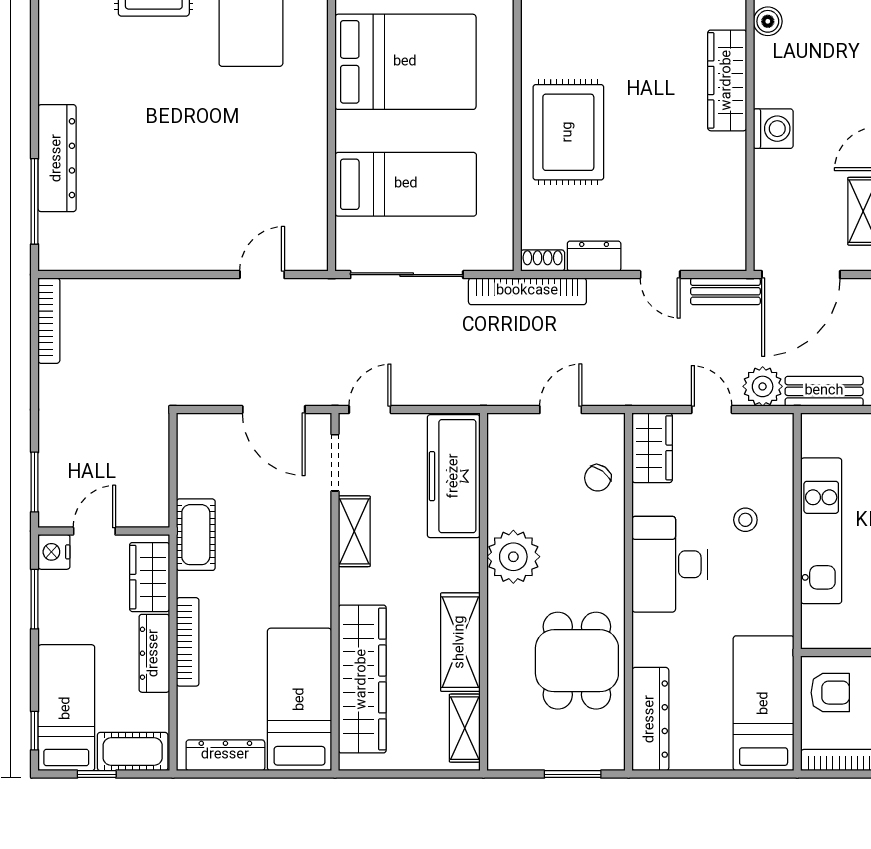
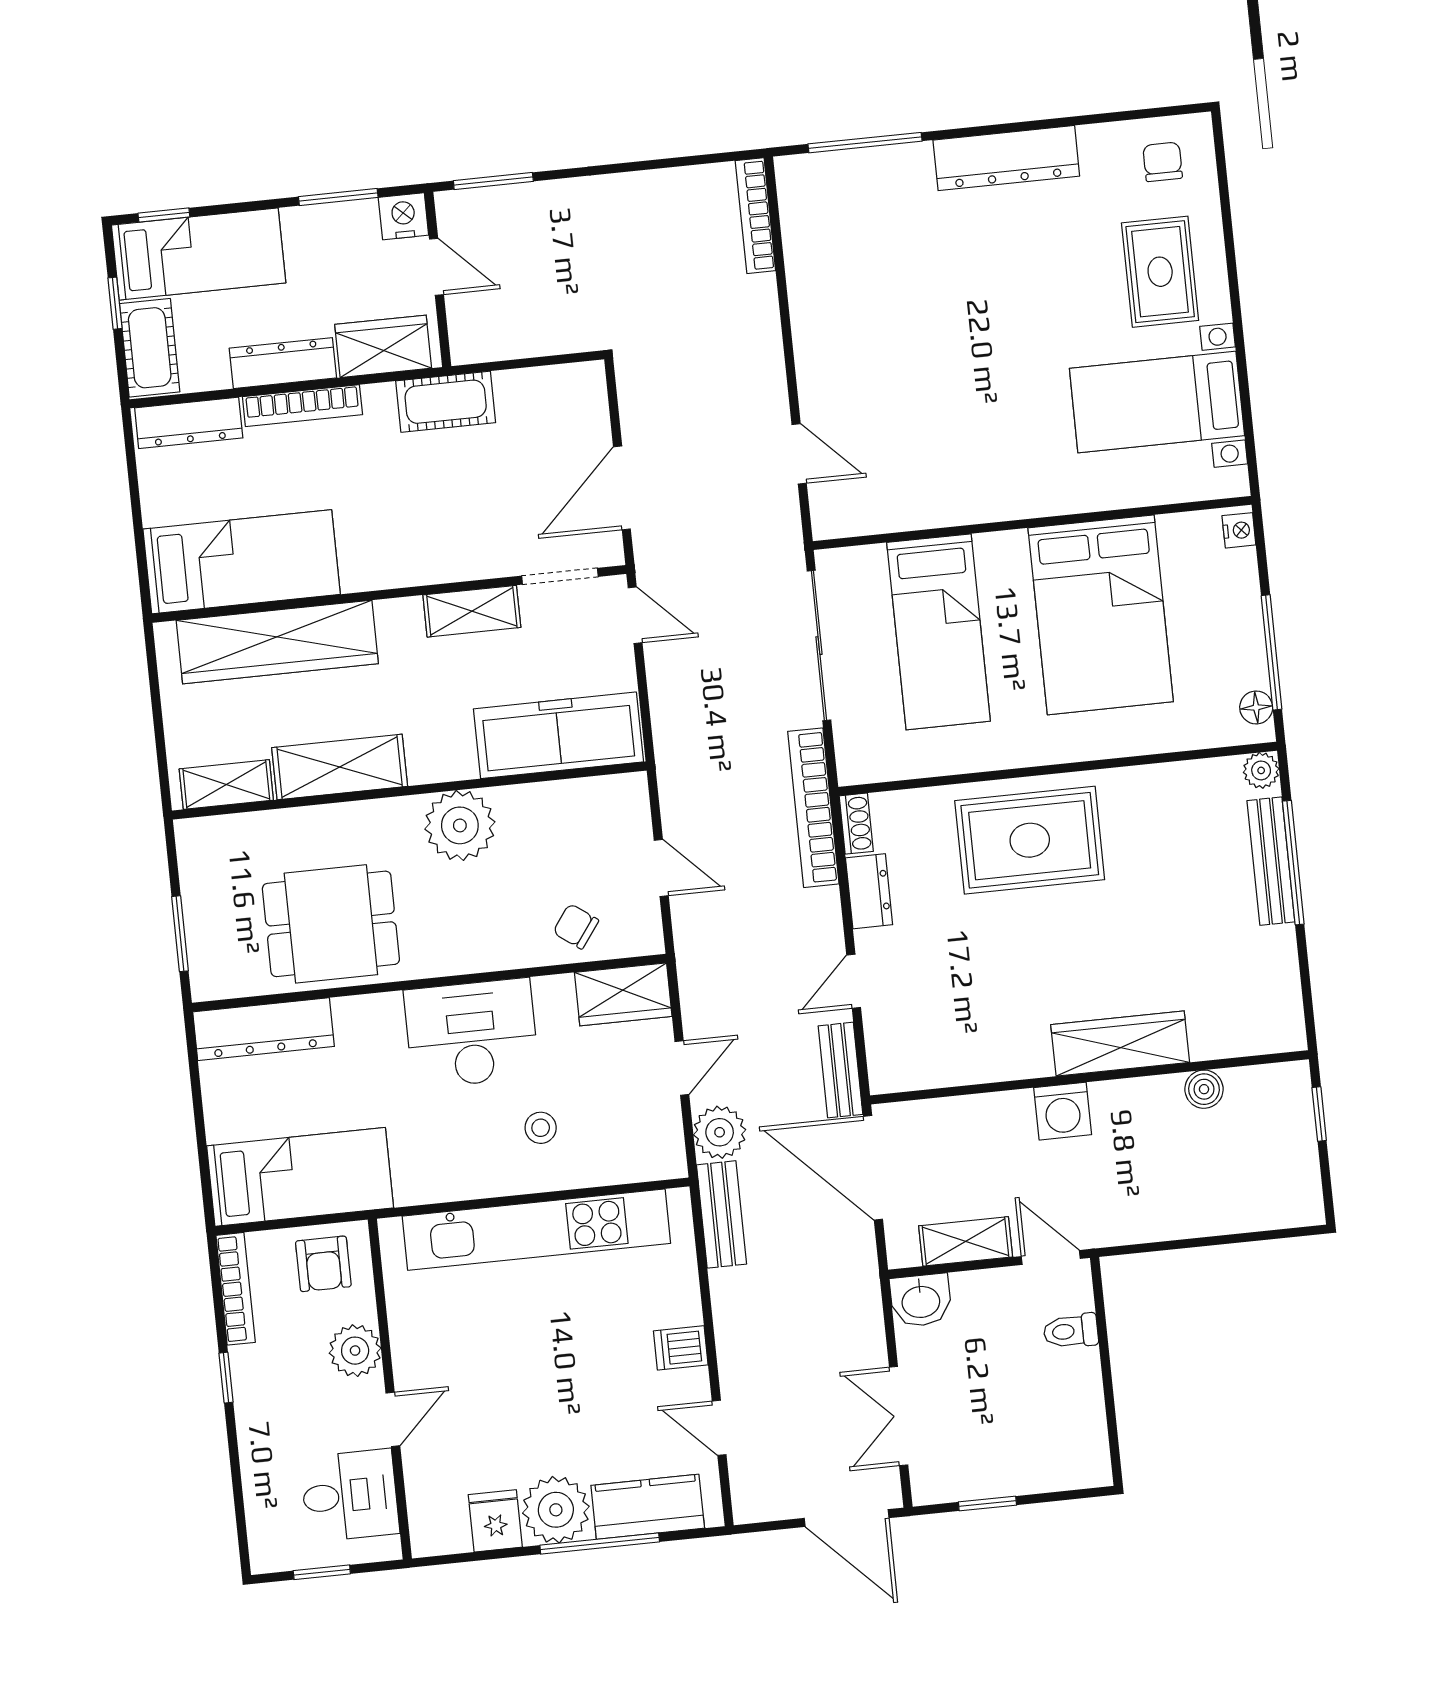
dresser: (57, 158) -> (1006, 158), moved
bookcase: (49, 321) -> (755, 216), moved, turned 90
kitchen unit: (821, 531) -> (536, 1230), width x1.36
dresser: (225, 755) -> (189, 423), moved, turned 90

